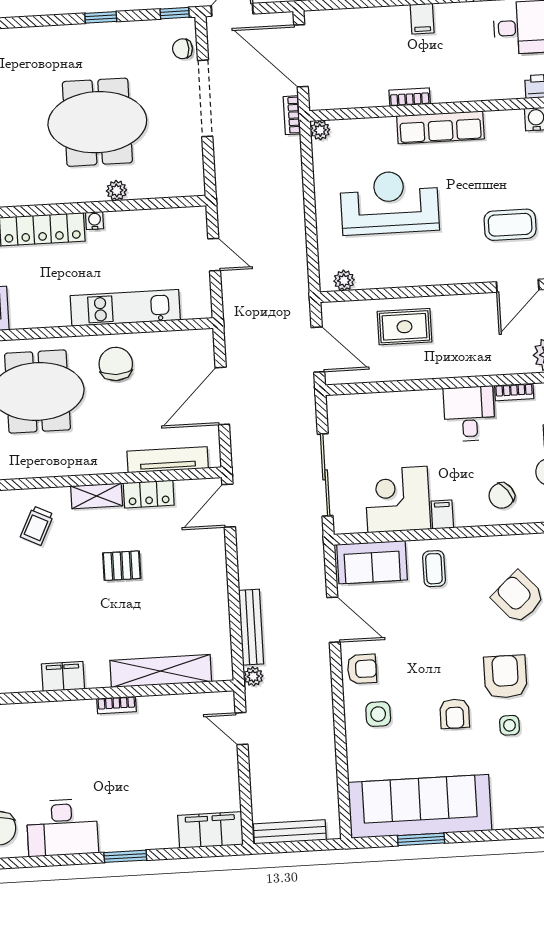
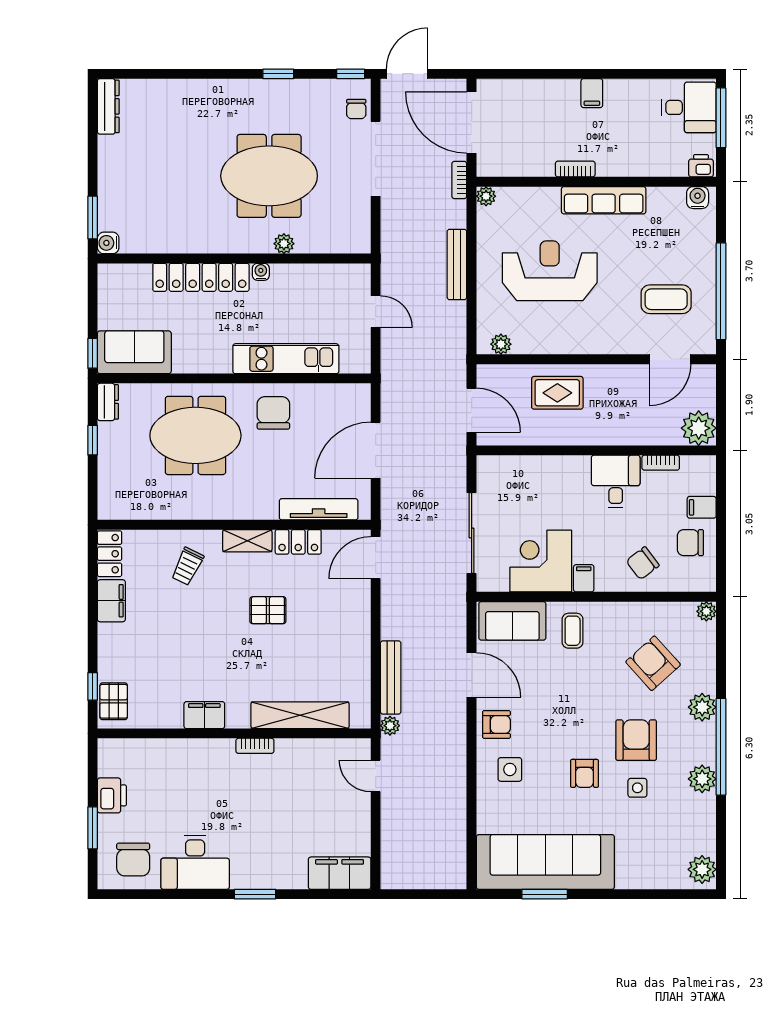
chair: (182, 49) -> (356, 109), turned -90
bench: (290, 832) -> (457, 264), moved, turned 90

